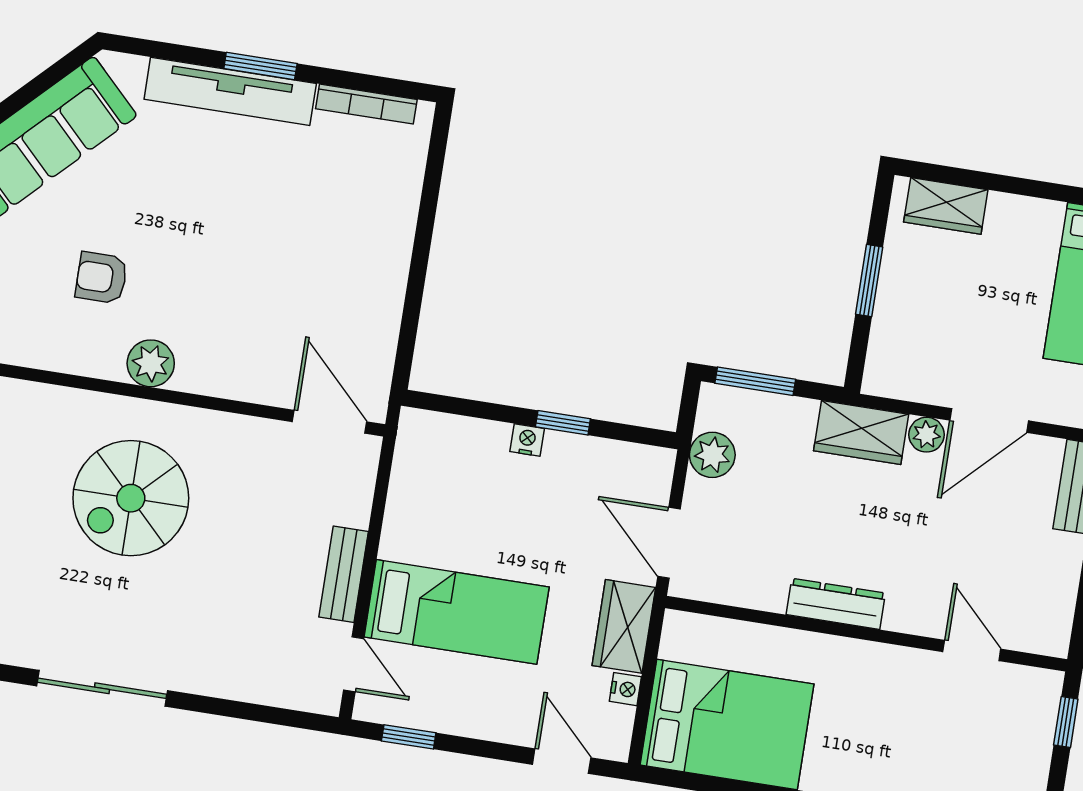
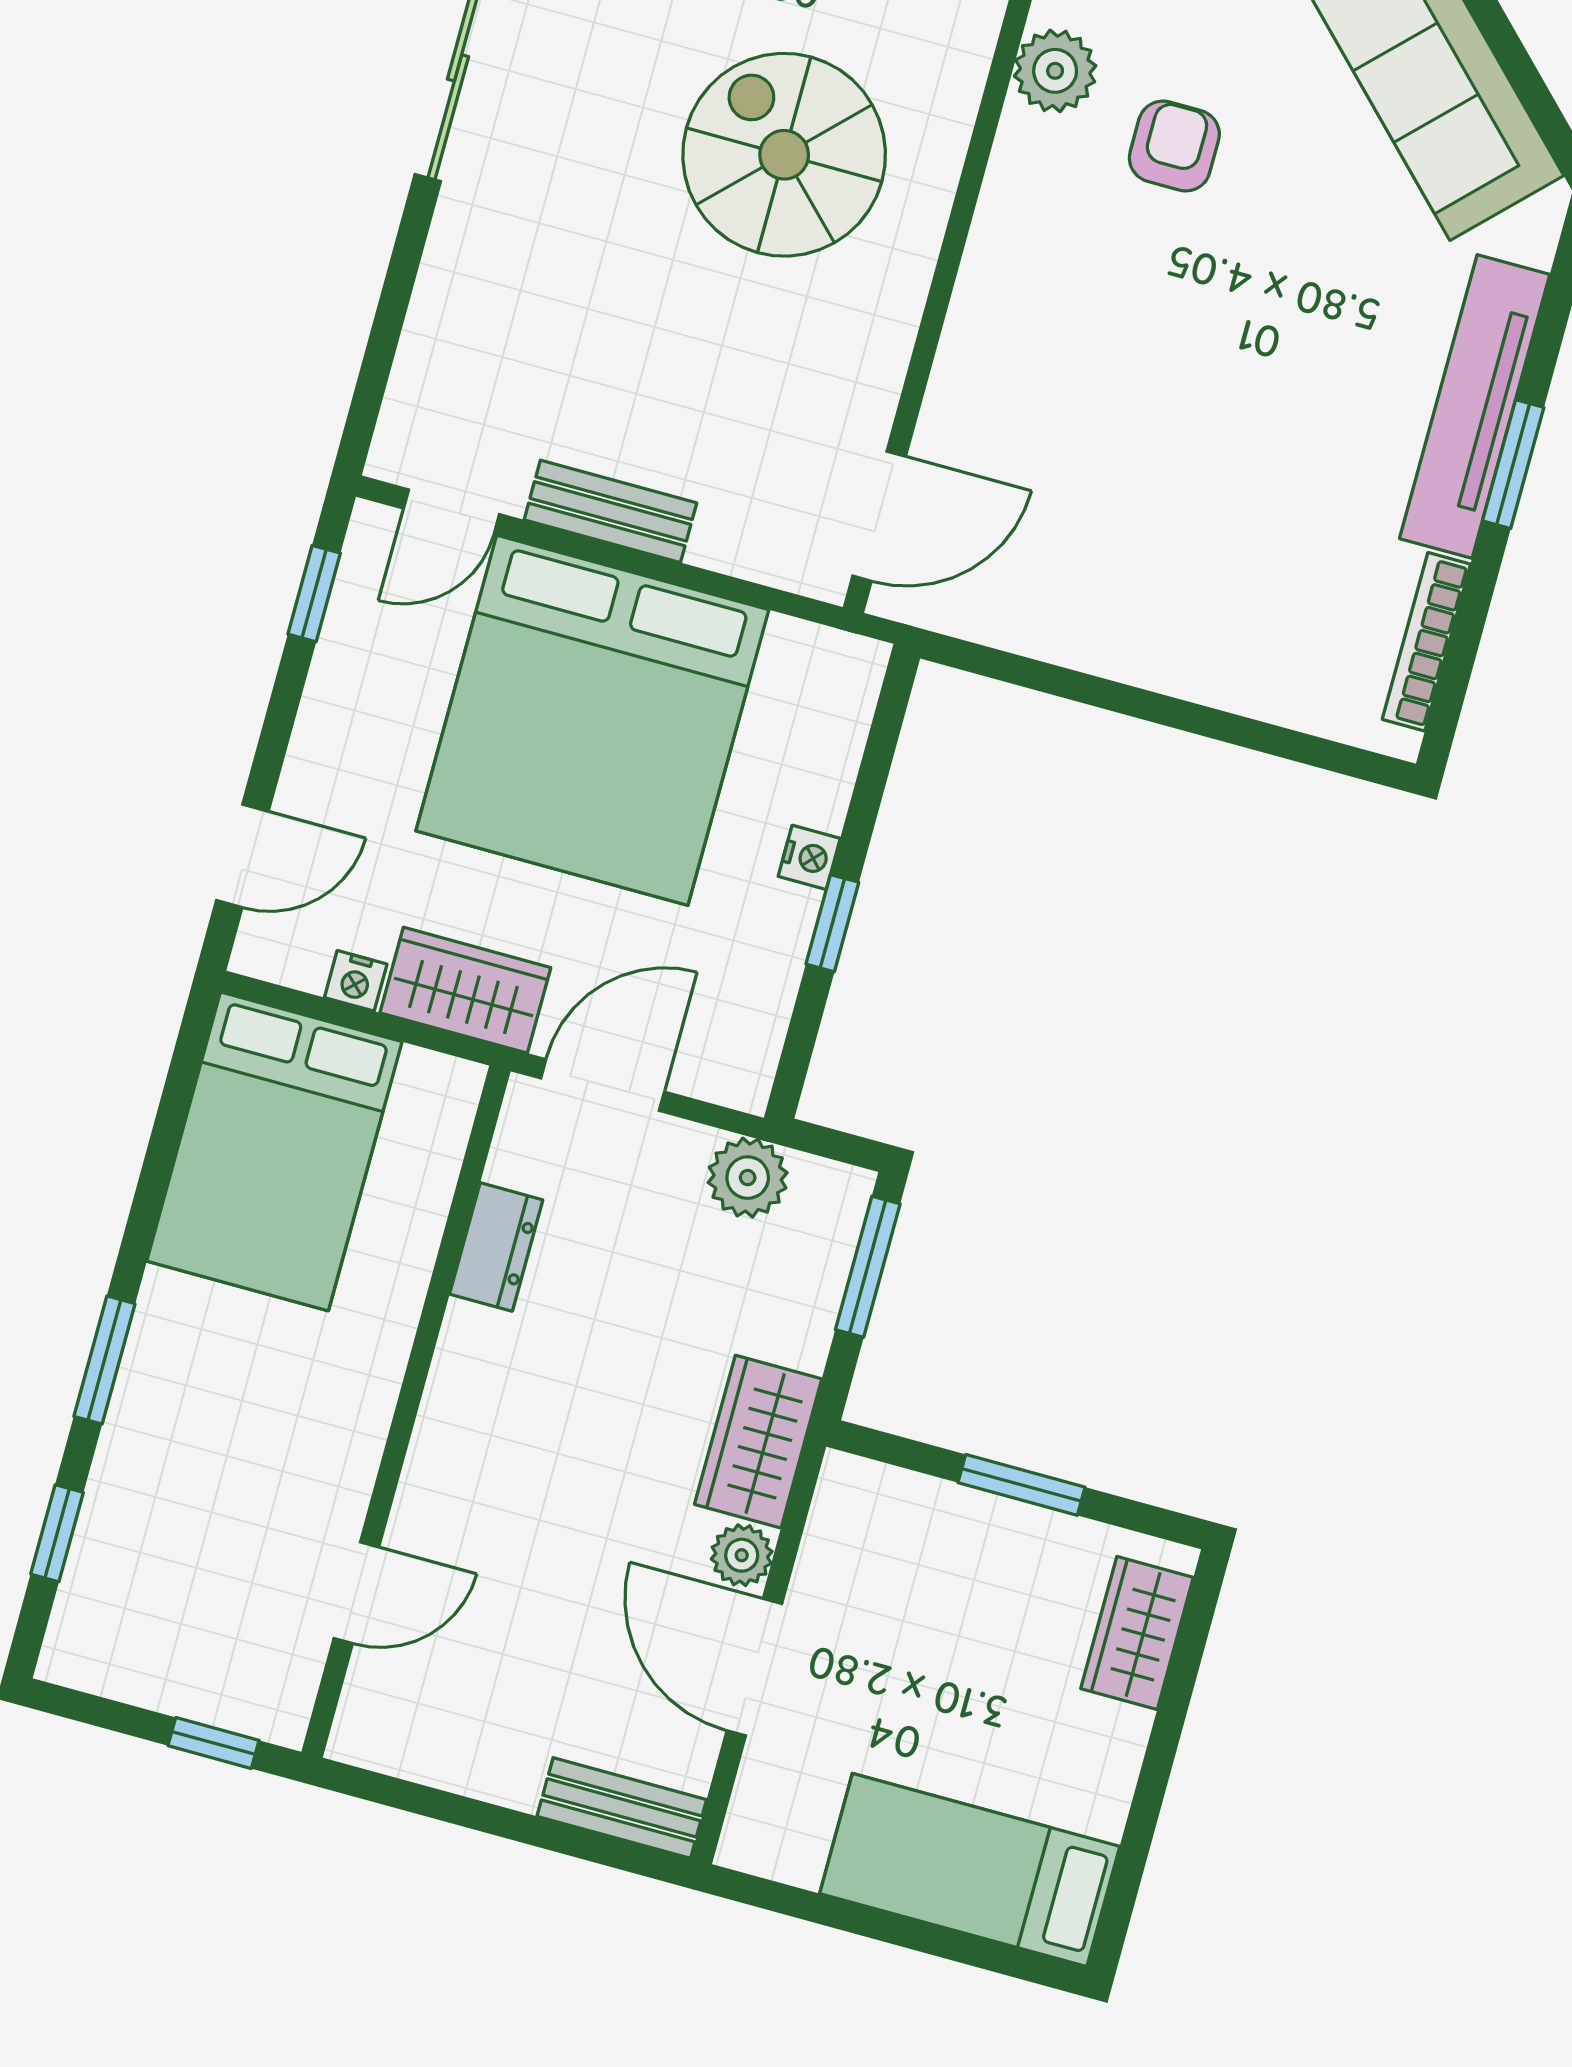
plant: (151, 363) -> (1055, 71), moved
dresser: (836, 604) -> (496, 1247), moved, width x0.70
bed: (457, 612) -> (592, 720), width x2.04

